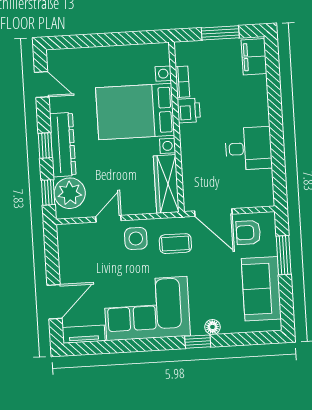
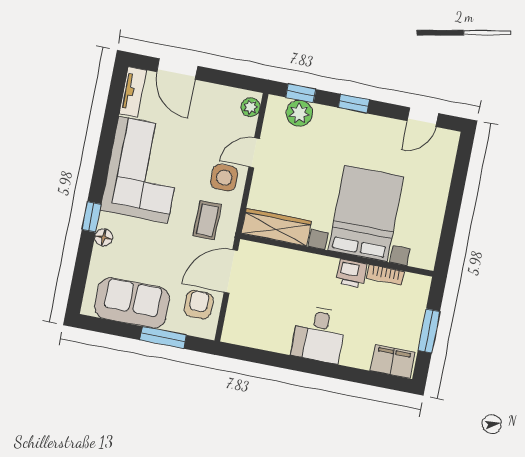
dresser: (63, 145) -> (350, 123), removed
desk: (249, 148) -> (319, 334), moved
plant: (70, 193) -> (299, 113), width x0.73, depth x0.73
door: (108, 219) -> (254, 153), swing flipped
plant: (71, 232) -> (251, 107), added

